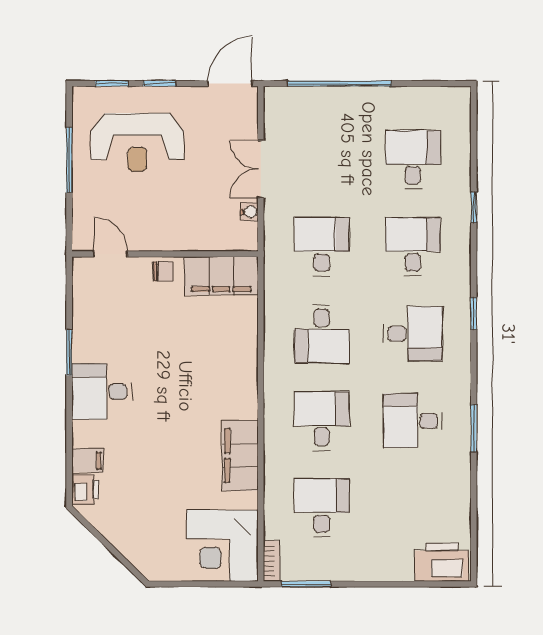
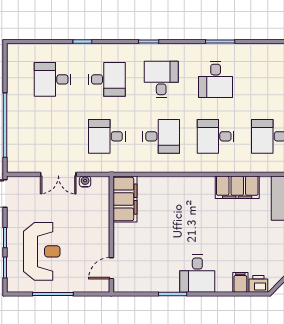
desk: (413, 247) -> (107, 79), turned 180
chair: (163, 271) -> (122, 235), removed

